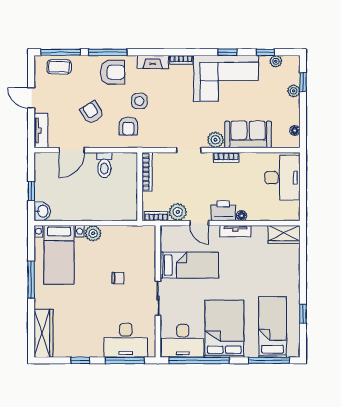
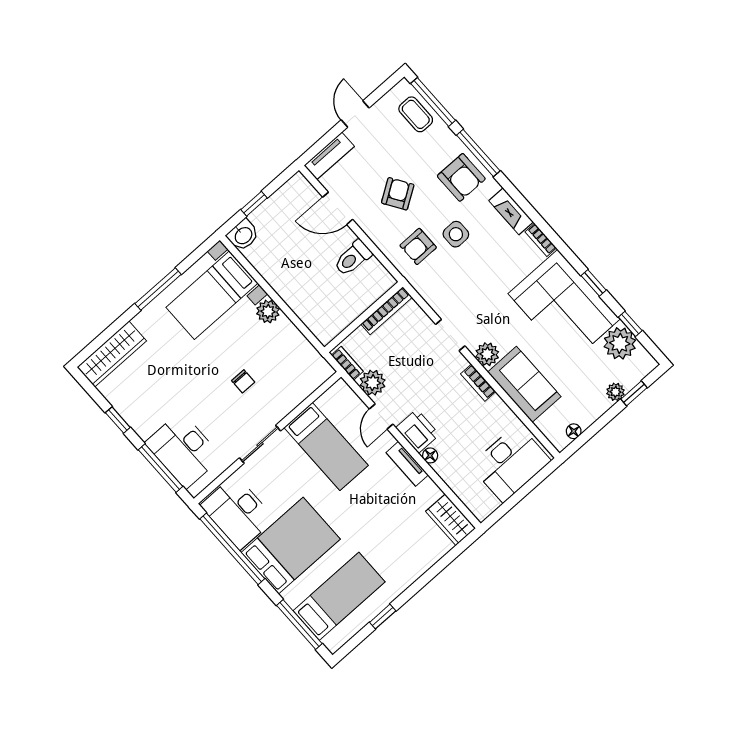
plant: (276, 61) -> (620, 343), width x1.88, depth x1.88

